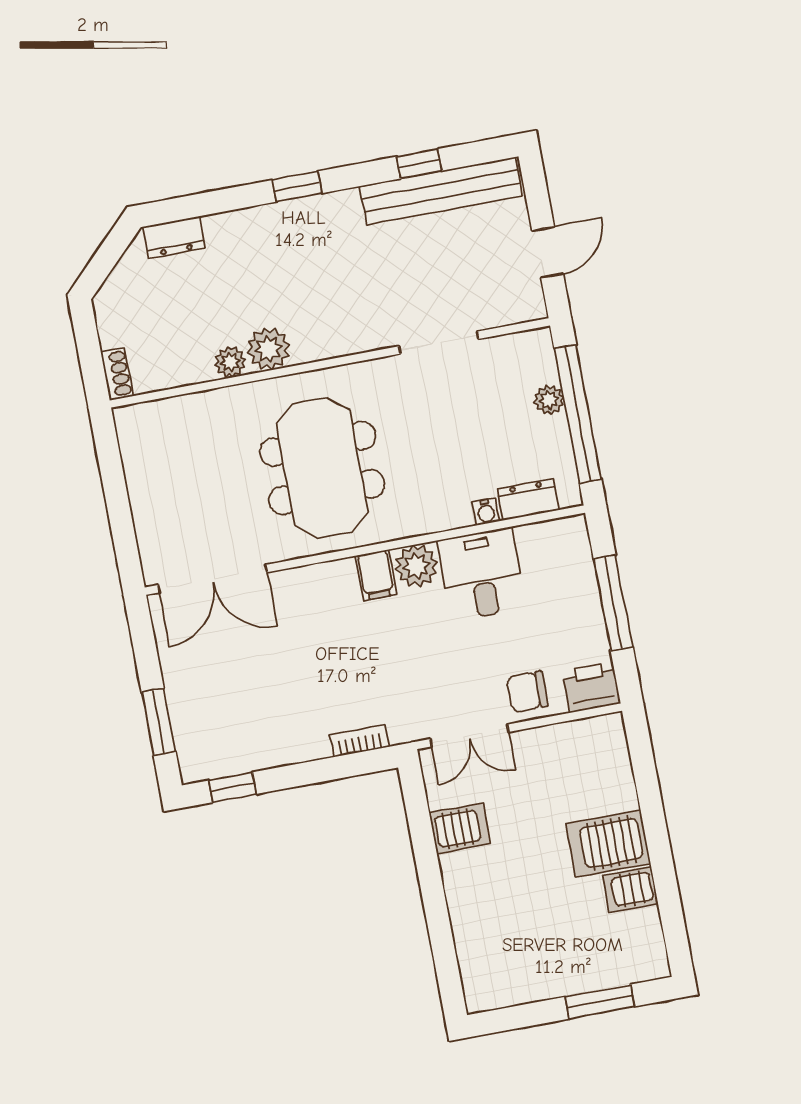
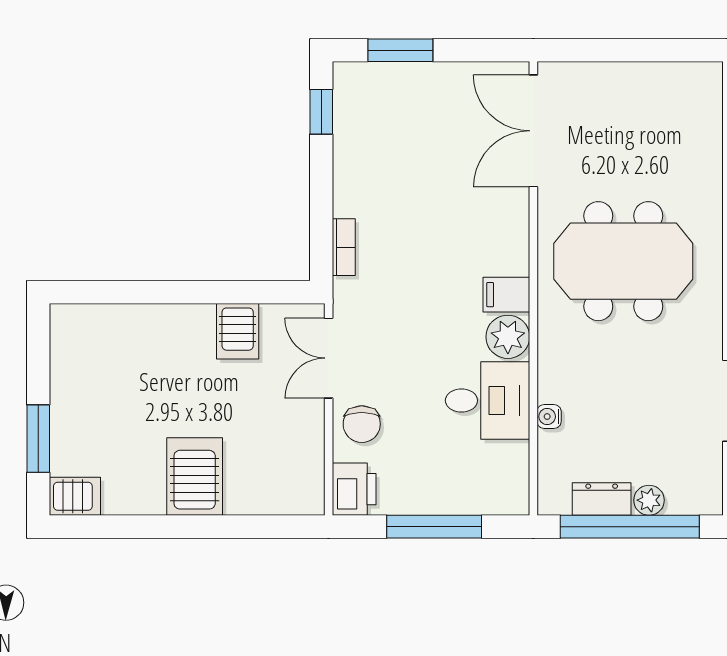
dresser: (528, 499) -> (602, 499), moved, turned -90
chair: (527, 691) -> (362, 424), turned 180
server rack: (630, 889) -> (75, 496), moved, turned 90

